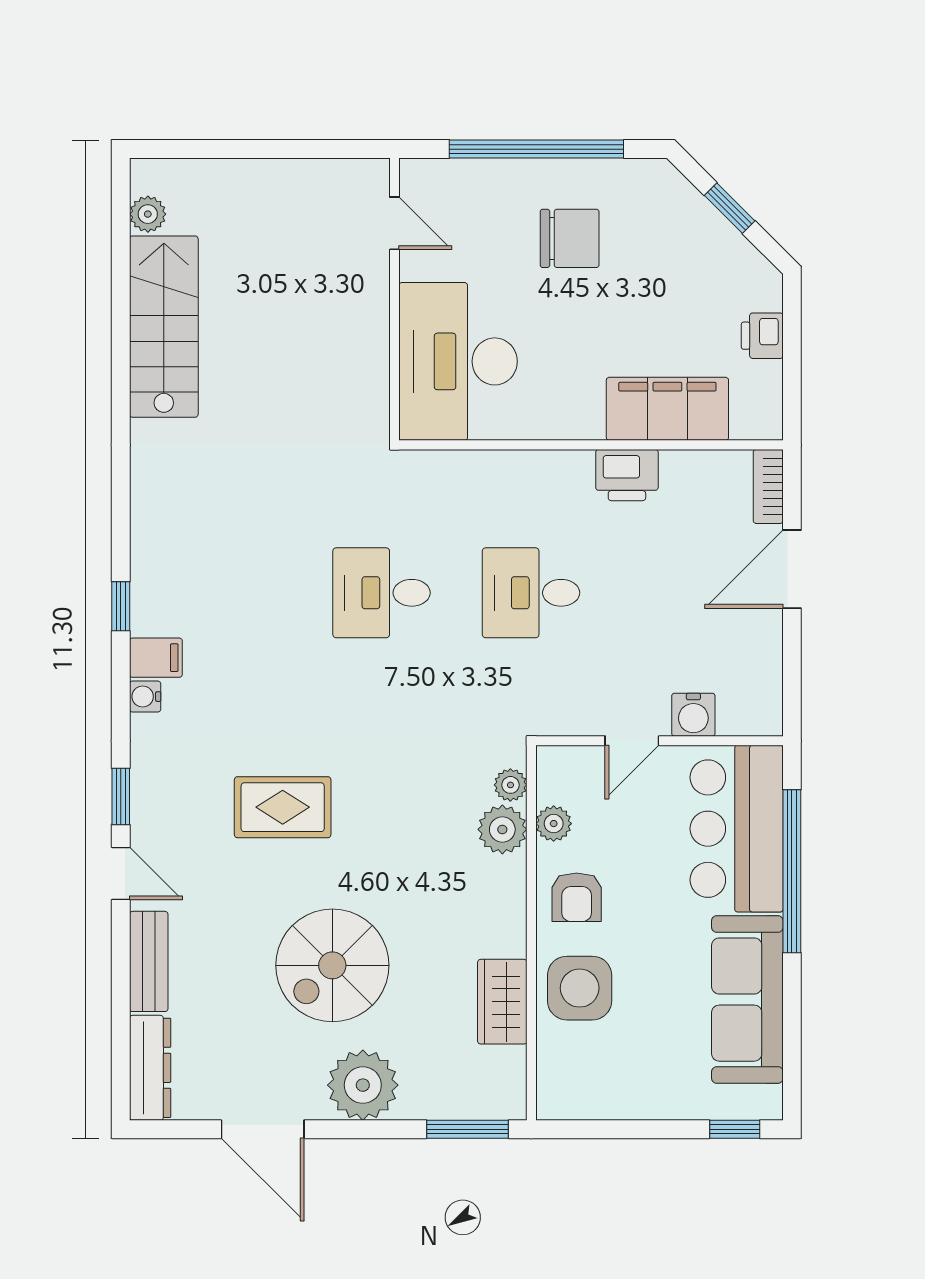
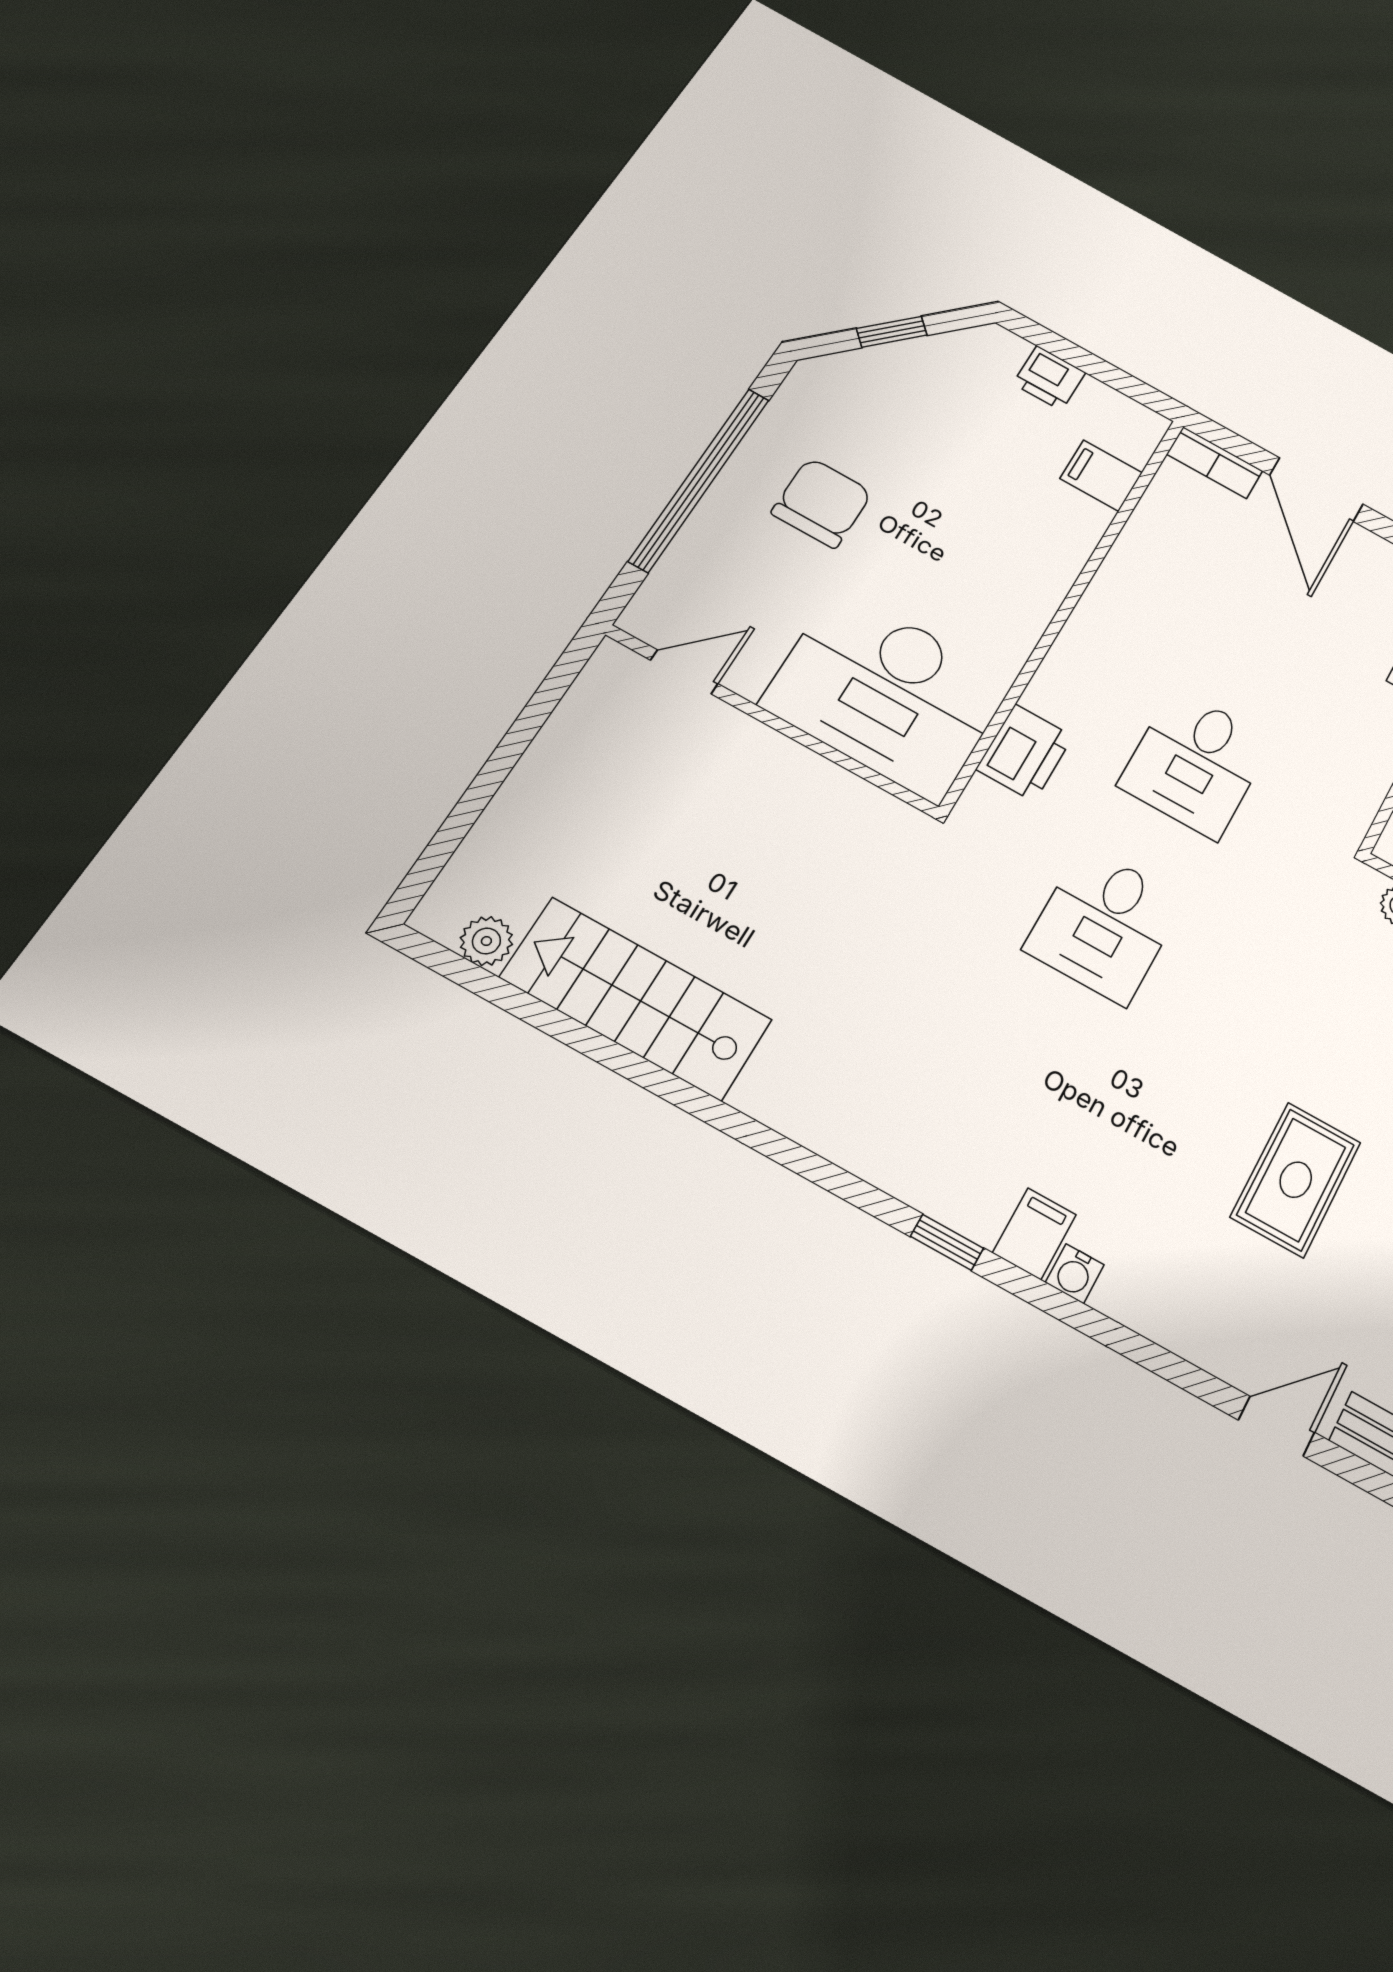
filing cabinet: (667, 409) -> (1101, 476), width x0.33, depth x0.86
printer: (627, 475) -> (1025, 753), moved
window: (121, 796) -> (1181, 1373), removed

